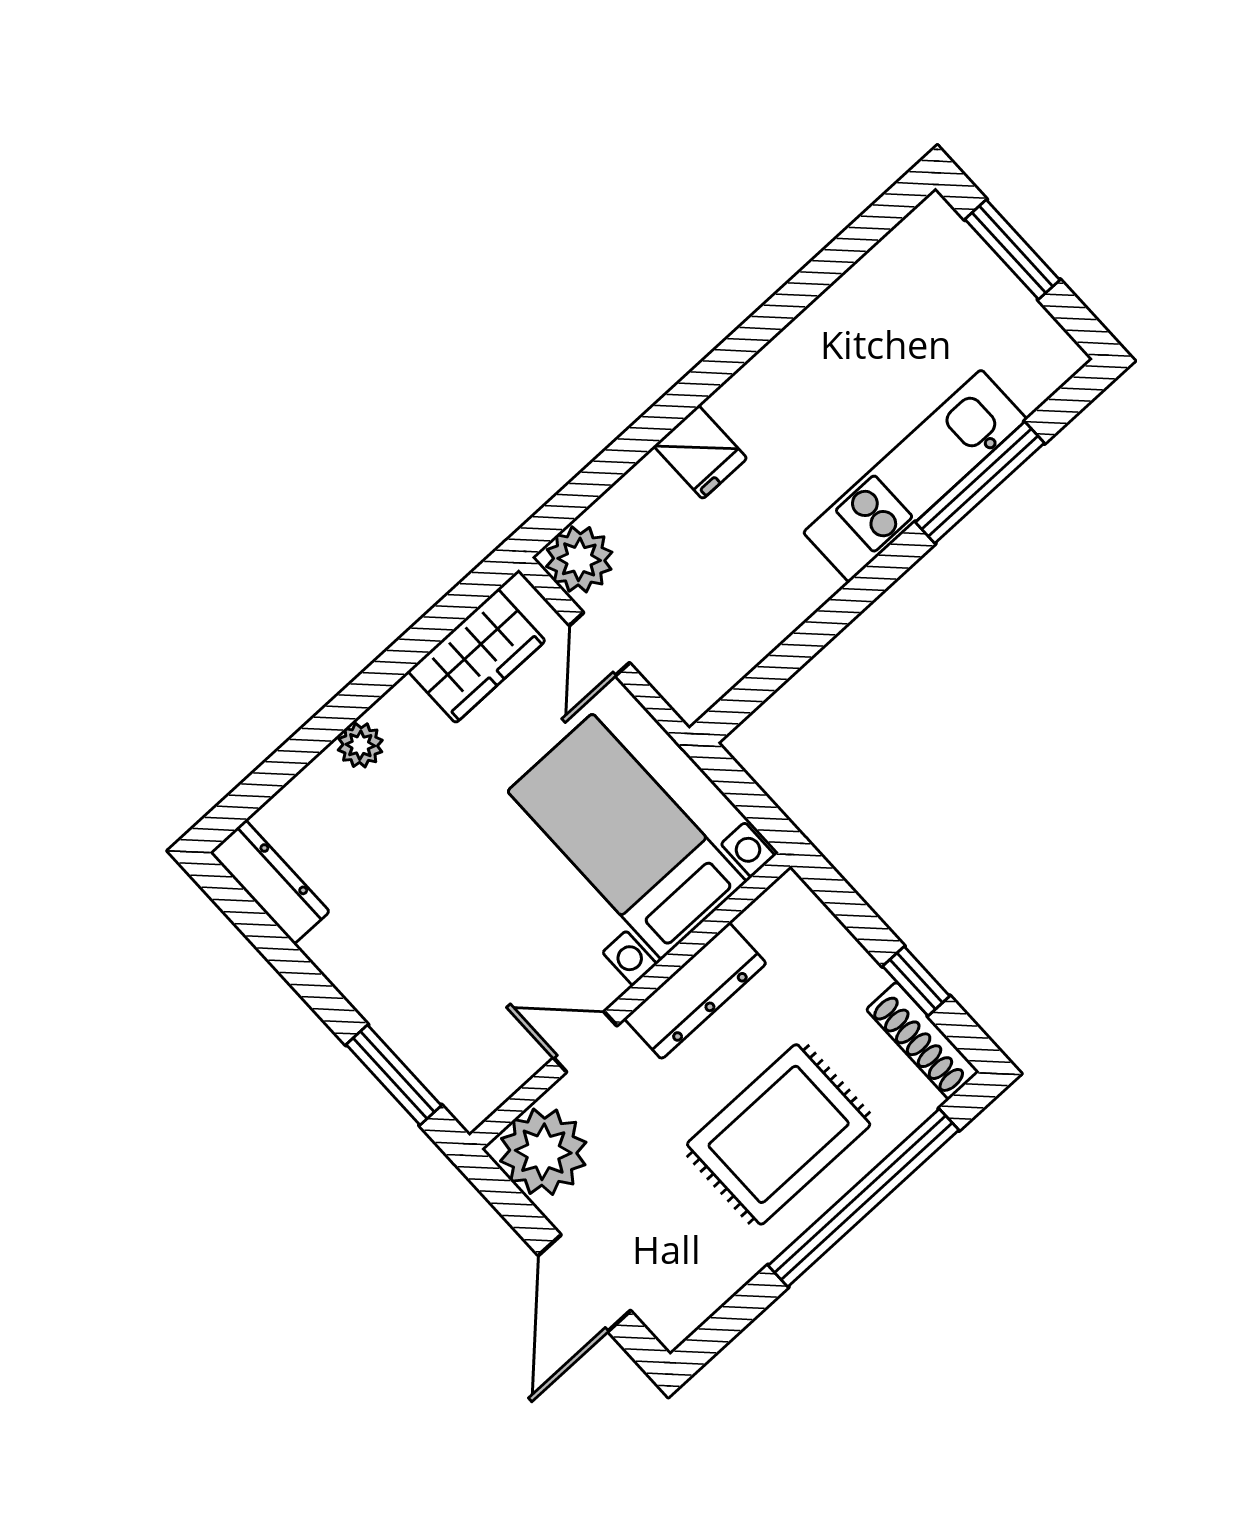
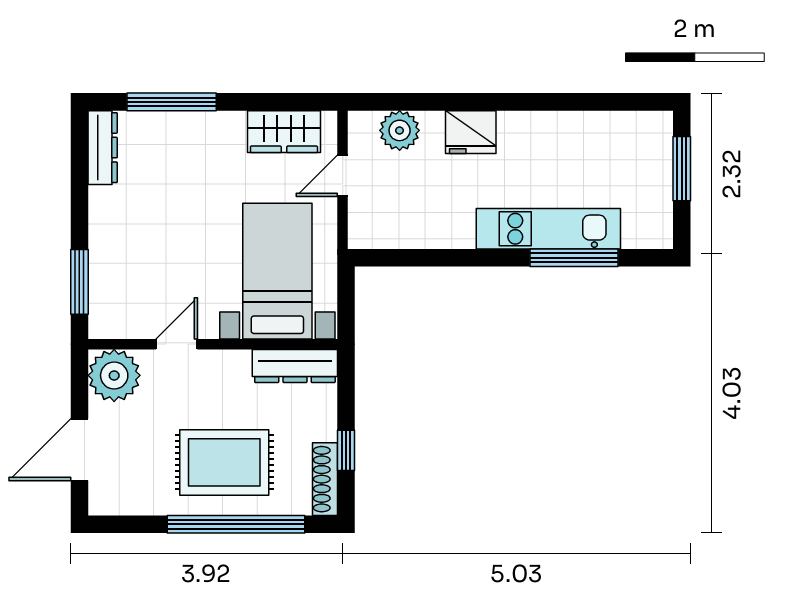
fridge: (700, 452) -> (471, 132), width x1.38
plant: (579, 559) -> (400, 130), moved
plant: (360, 745) -> (197, 124), removed
window: (303, 747) -> (172, 102), added
dresser: (695, 991) -> (295, 366), moved
door: (585, 1042) -> (177, 344), hinge flipped

